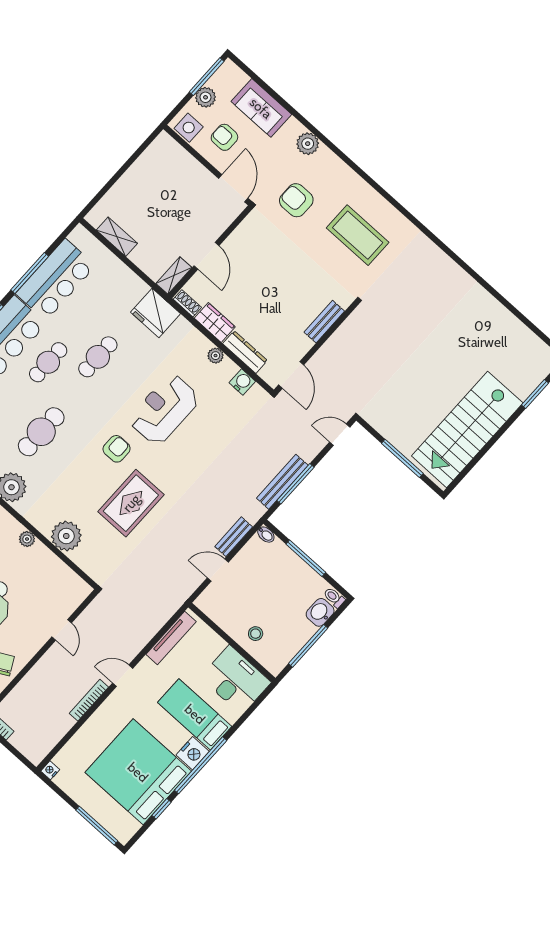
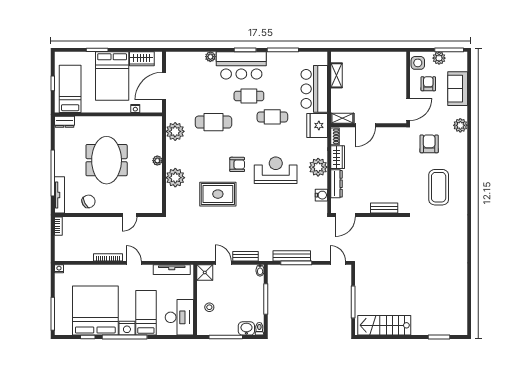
bar counter: (56, 280) -> (314, 89), moved, turned 90
plant: (216, 356) -> (318, 167), width x1.88, depth x1.88
stairs: (467, 429) -> (384, 325), width x0.73, depth x0.66
shower: (210, 602) -> (205, 272), added

